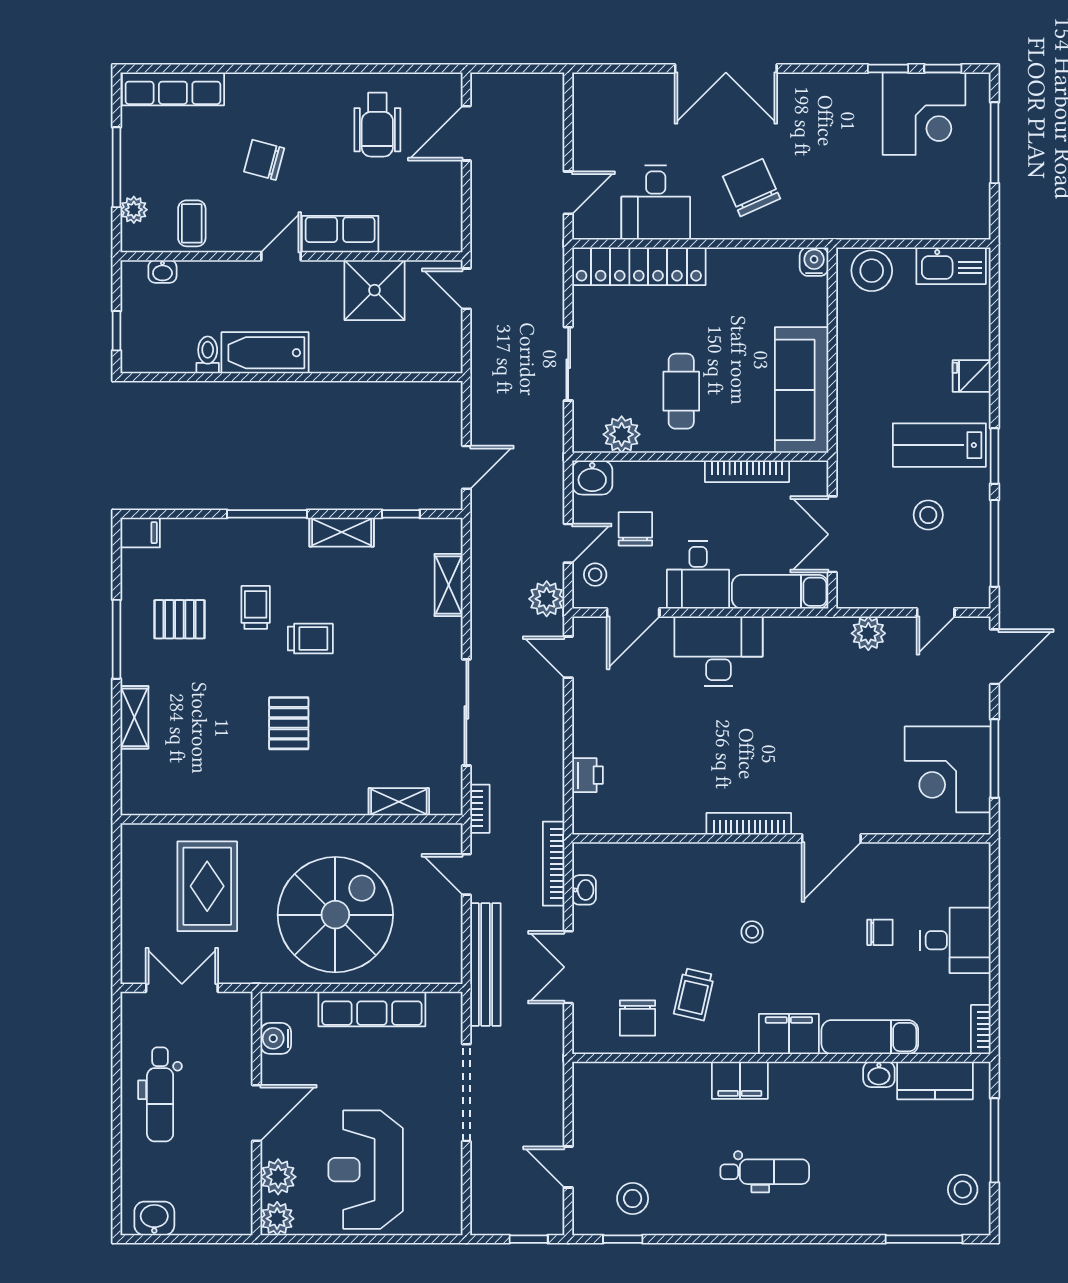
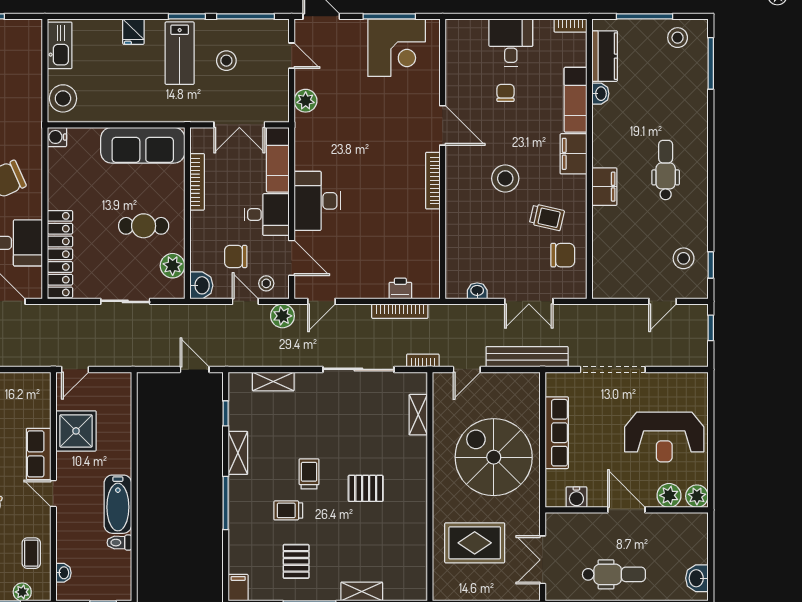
coffee table: (192, 223) -> (31, 553), turned 90
bookcase: (554, 864) -> (400, 311), moved
stool: (752, 932) -> (505, 178), width x1.89, depth x1.89

